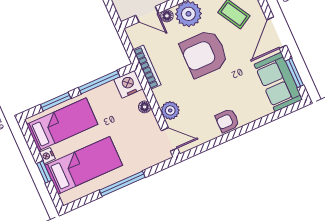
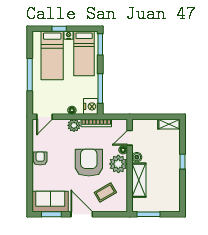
window: (56, 102) -> (100, 44), moved
plant: (170, 110) -> (74, 125), moved

